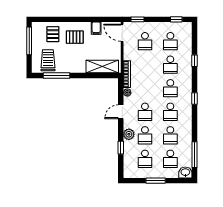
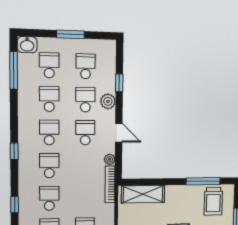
door: (121, 112) -> (119, 133), hinge flipped

